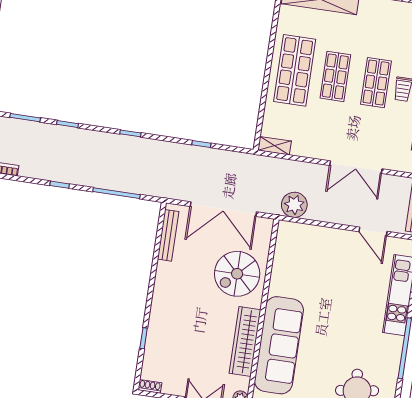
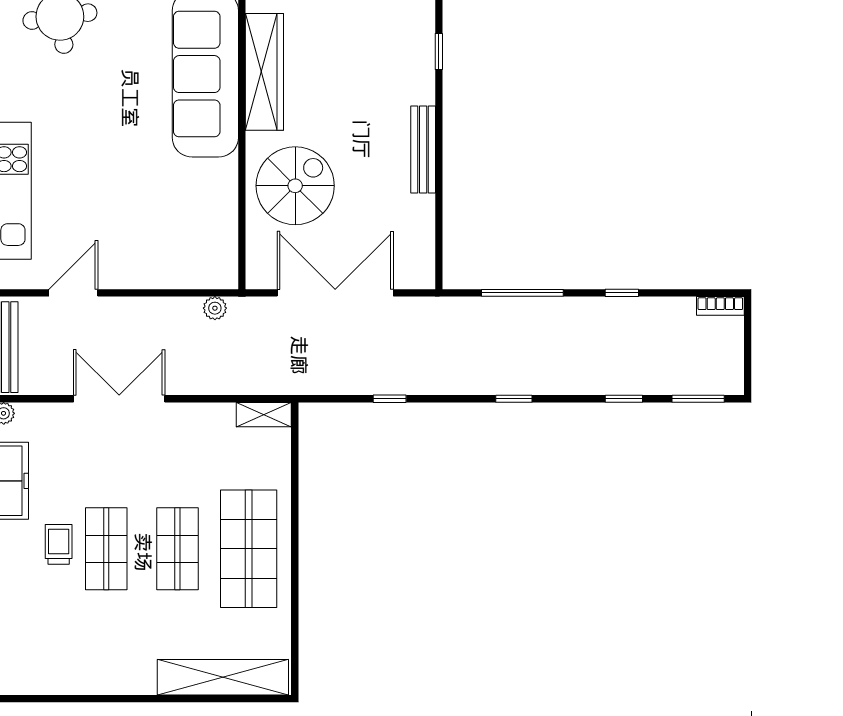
plant: (294, 205) -> (215, 308), width x0.53, depth x0.53
door: (373, 232) -> (73, 293), hinge flipped
bench: (168, 235) -> (423, 150), moved

